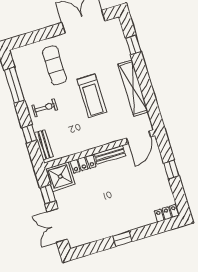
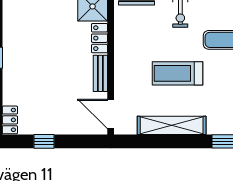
window: (171, 169) -> (44, 141), moved

